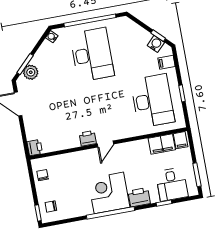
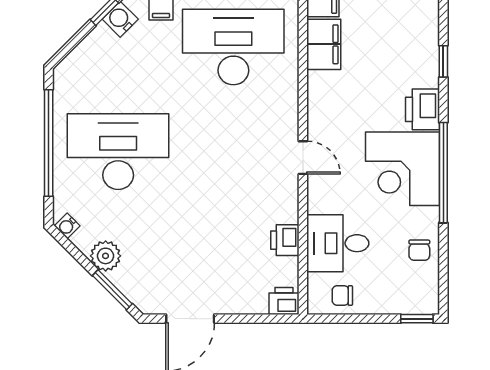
plant: (31, 72) -> (106, 256), moved
printer: (88, 138) -> (285, 240), moved
desk: (172, 184) -> (338, 243), moved, turned 180
chair: (51, 206) -> (419, 250), moved

